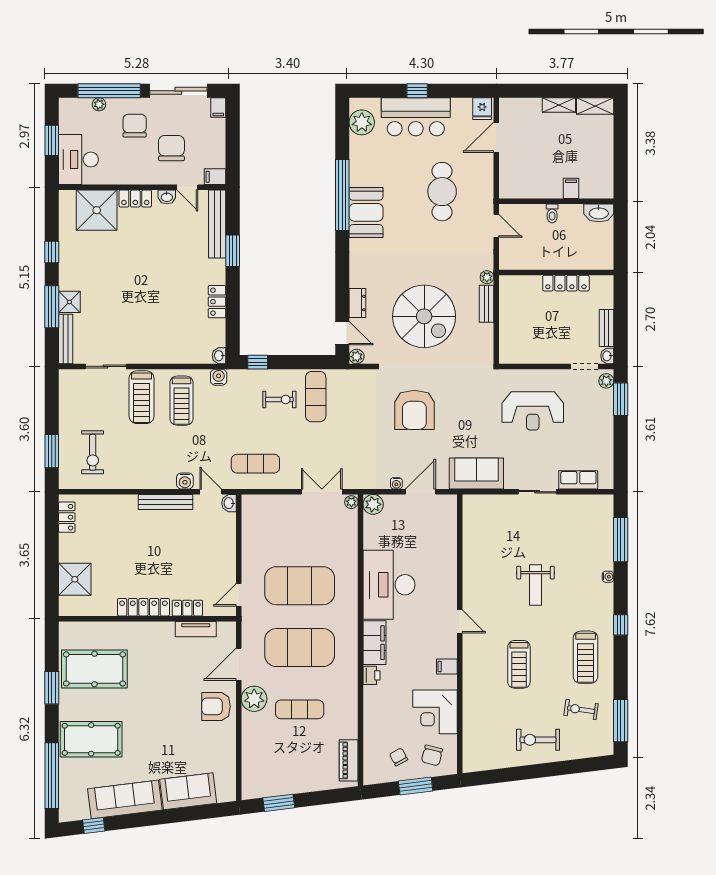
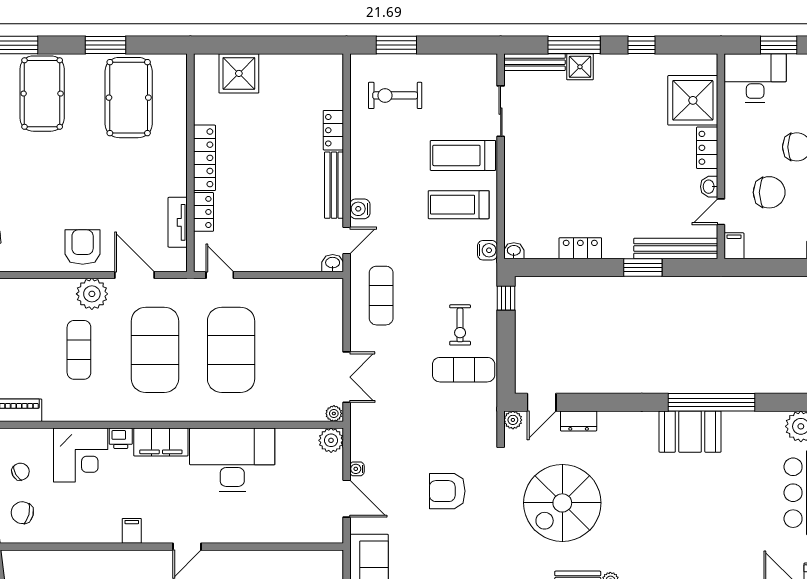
cafe table: (442, 192) -> (716, 525), removed
armchair: (414, 410) -> (447, 491), width x0.73, depth x0.73
locker: (67, 517) -> (333, 130), moved, turned 90
corner desk: (435, 712) -> (81, 455), moved, turned 180

